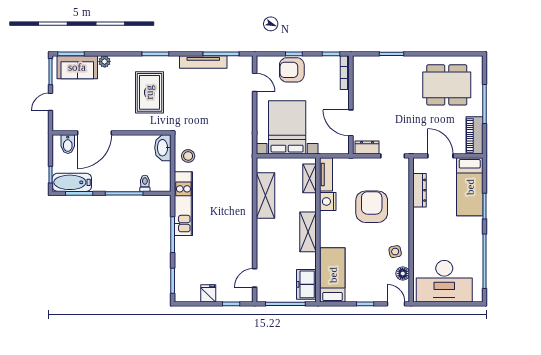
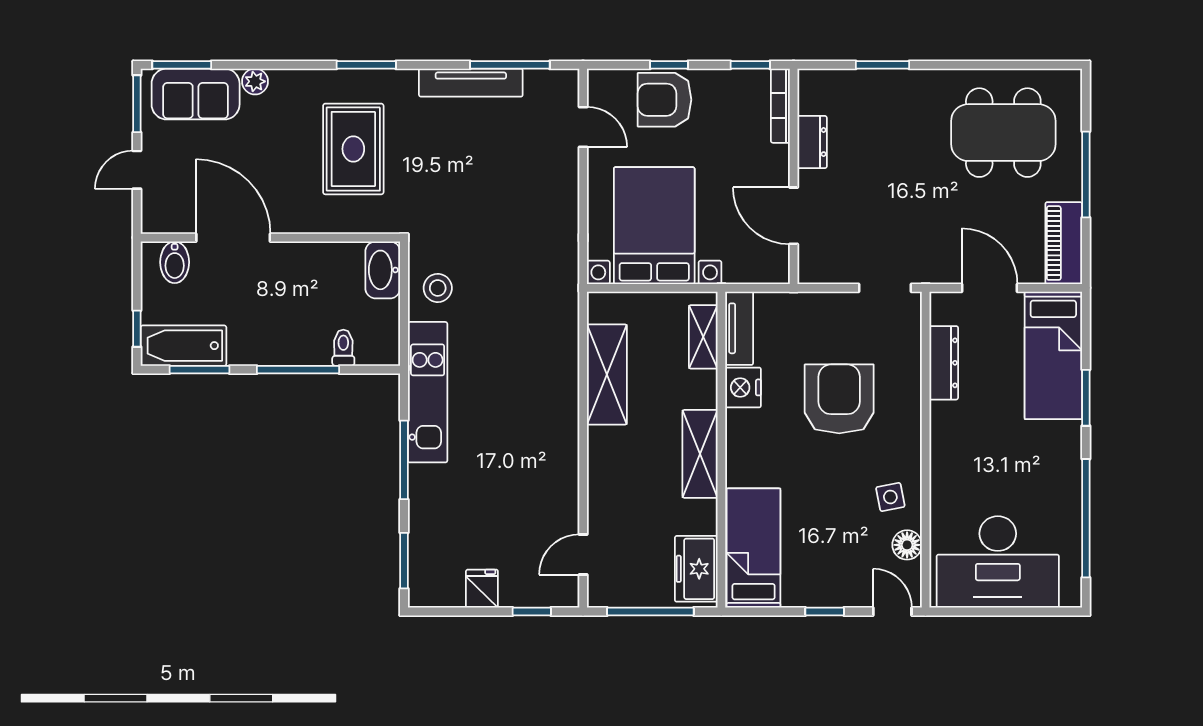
door: (95, 133) -> (233, 238), swing flipped
dresser: (367, 147) -> (812, 142), moved, turned 90

